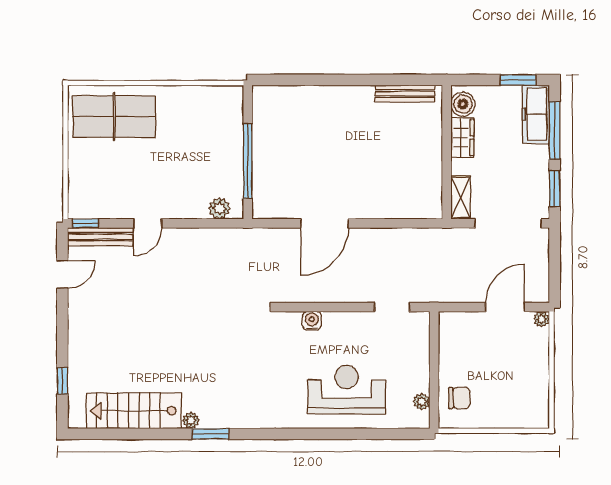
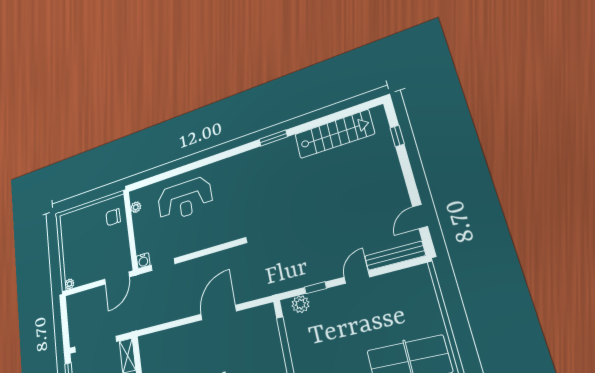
window: (86, 223) -> (315, 288), moved
door: (505, 307) -> (117, 278), moved
water cooler: (312, 321) -> (143, 261), moved
plant: (191, 420) -> (289, 142), removed

